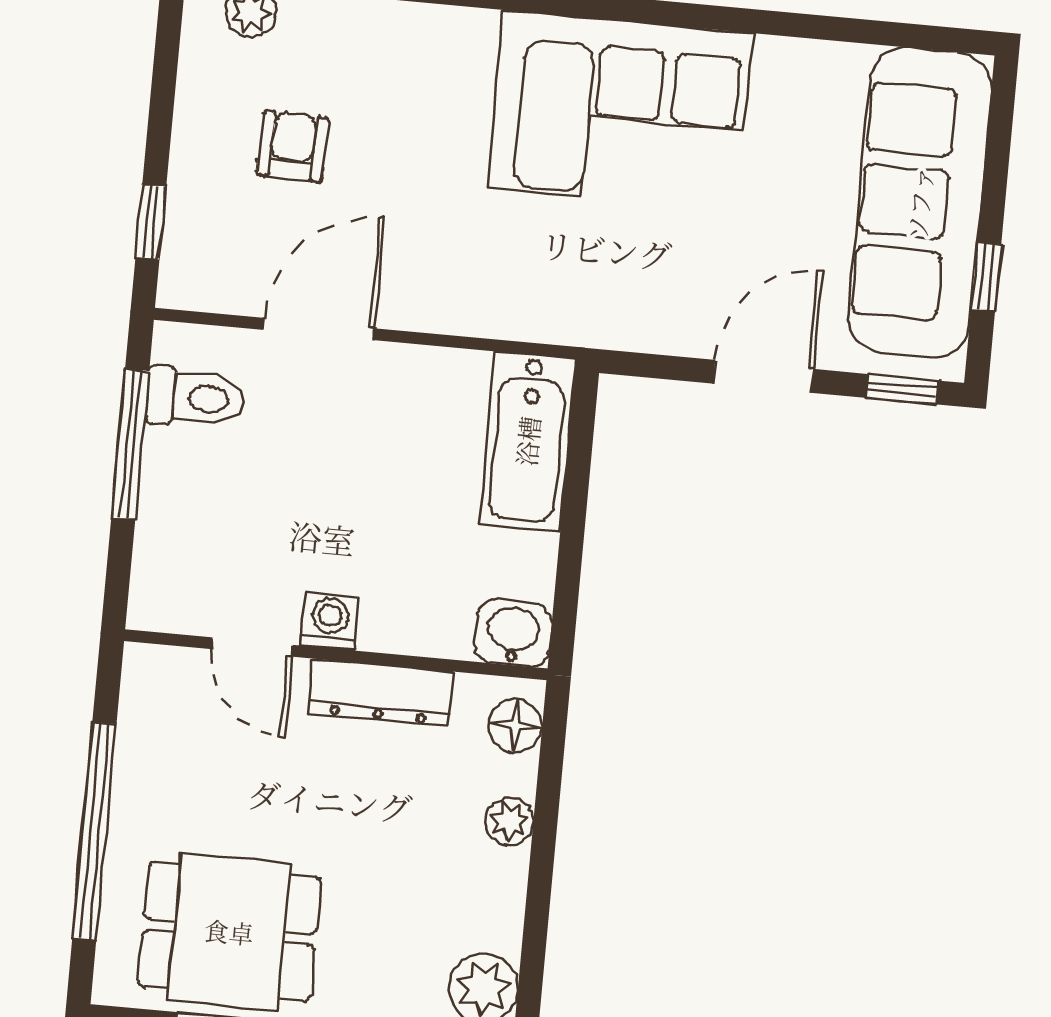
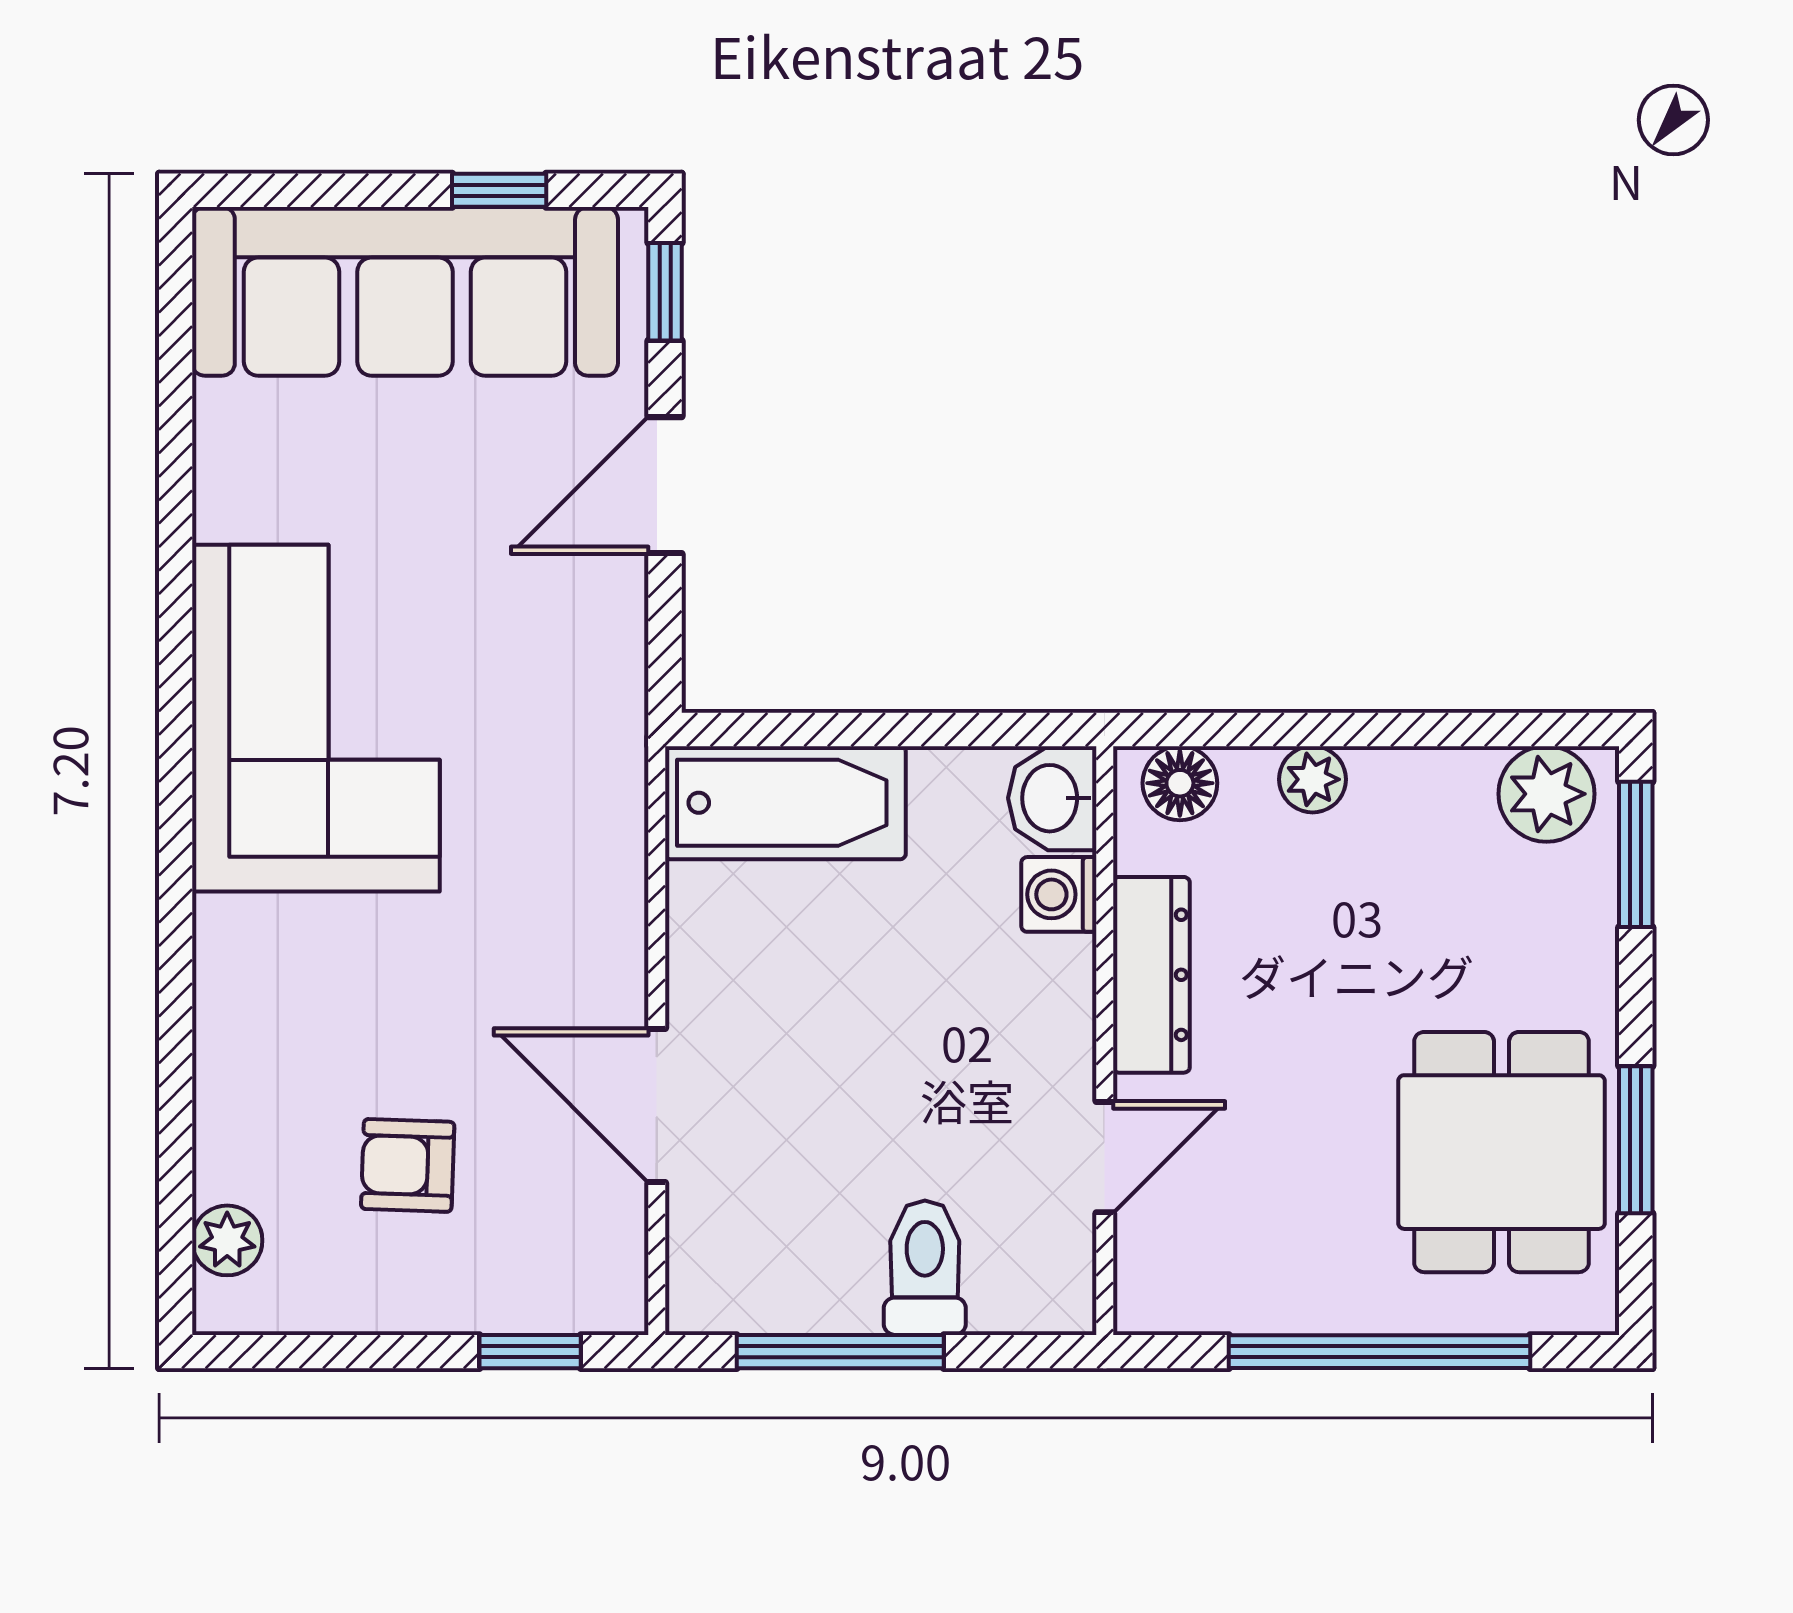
door: (763, 376) -> (665, 485), hinge flipped
toilet: (195, 398) -> (925, 1268), moved
washing machine: (330, 621) -> (1059, 894), moved

